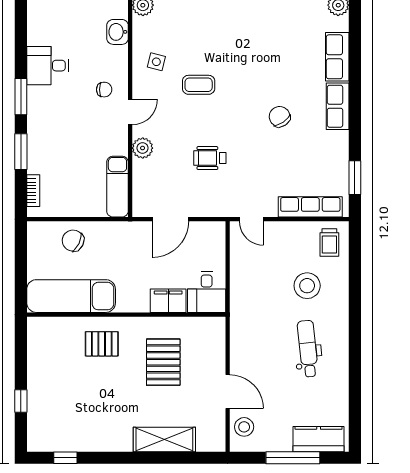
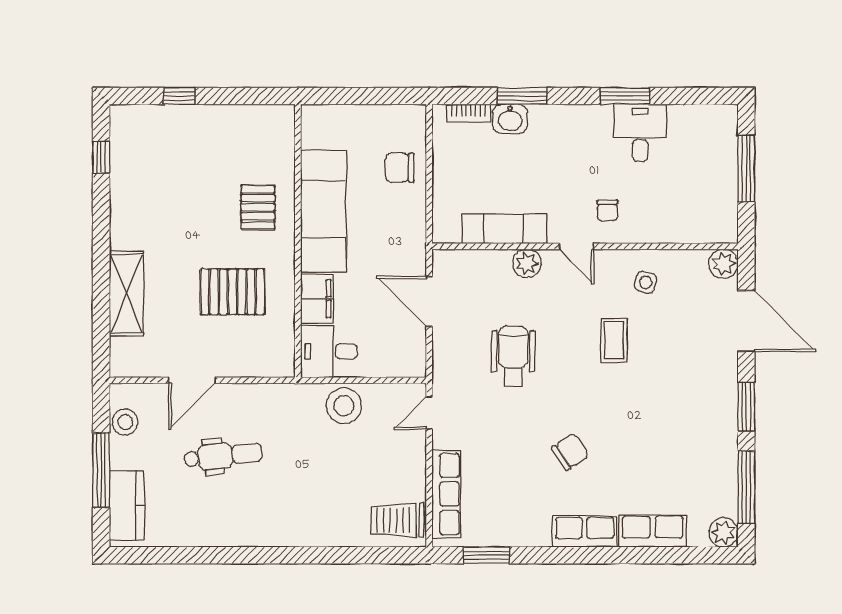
washbasin: (118, 32) -> (510, 119), moved, turned 180
window: (21, 97) -> (625, 96), moved
wheelchair: (210, 158) -> (513, 356), width x1.36, depth x1.37
exam couch: (117, 187) -> (505, 229), moved
chair: (73, 241) -> (400, 168), turned -116
trolley: (329, 243) -> (397, 520), width x1.36, depth x1.39
stool: (307, 286) -> (344, 406), moved
exam couch: (71, 296) -> (323, 211), moved
dental chair: (308, 349) -> (223, 456), moved
stool: (244, 427) -> (125, 422), moved

